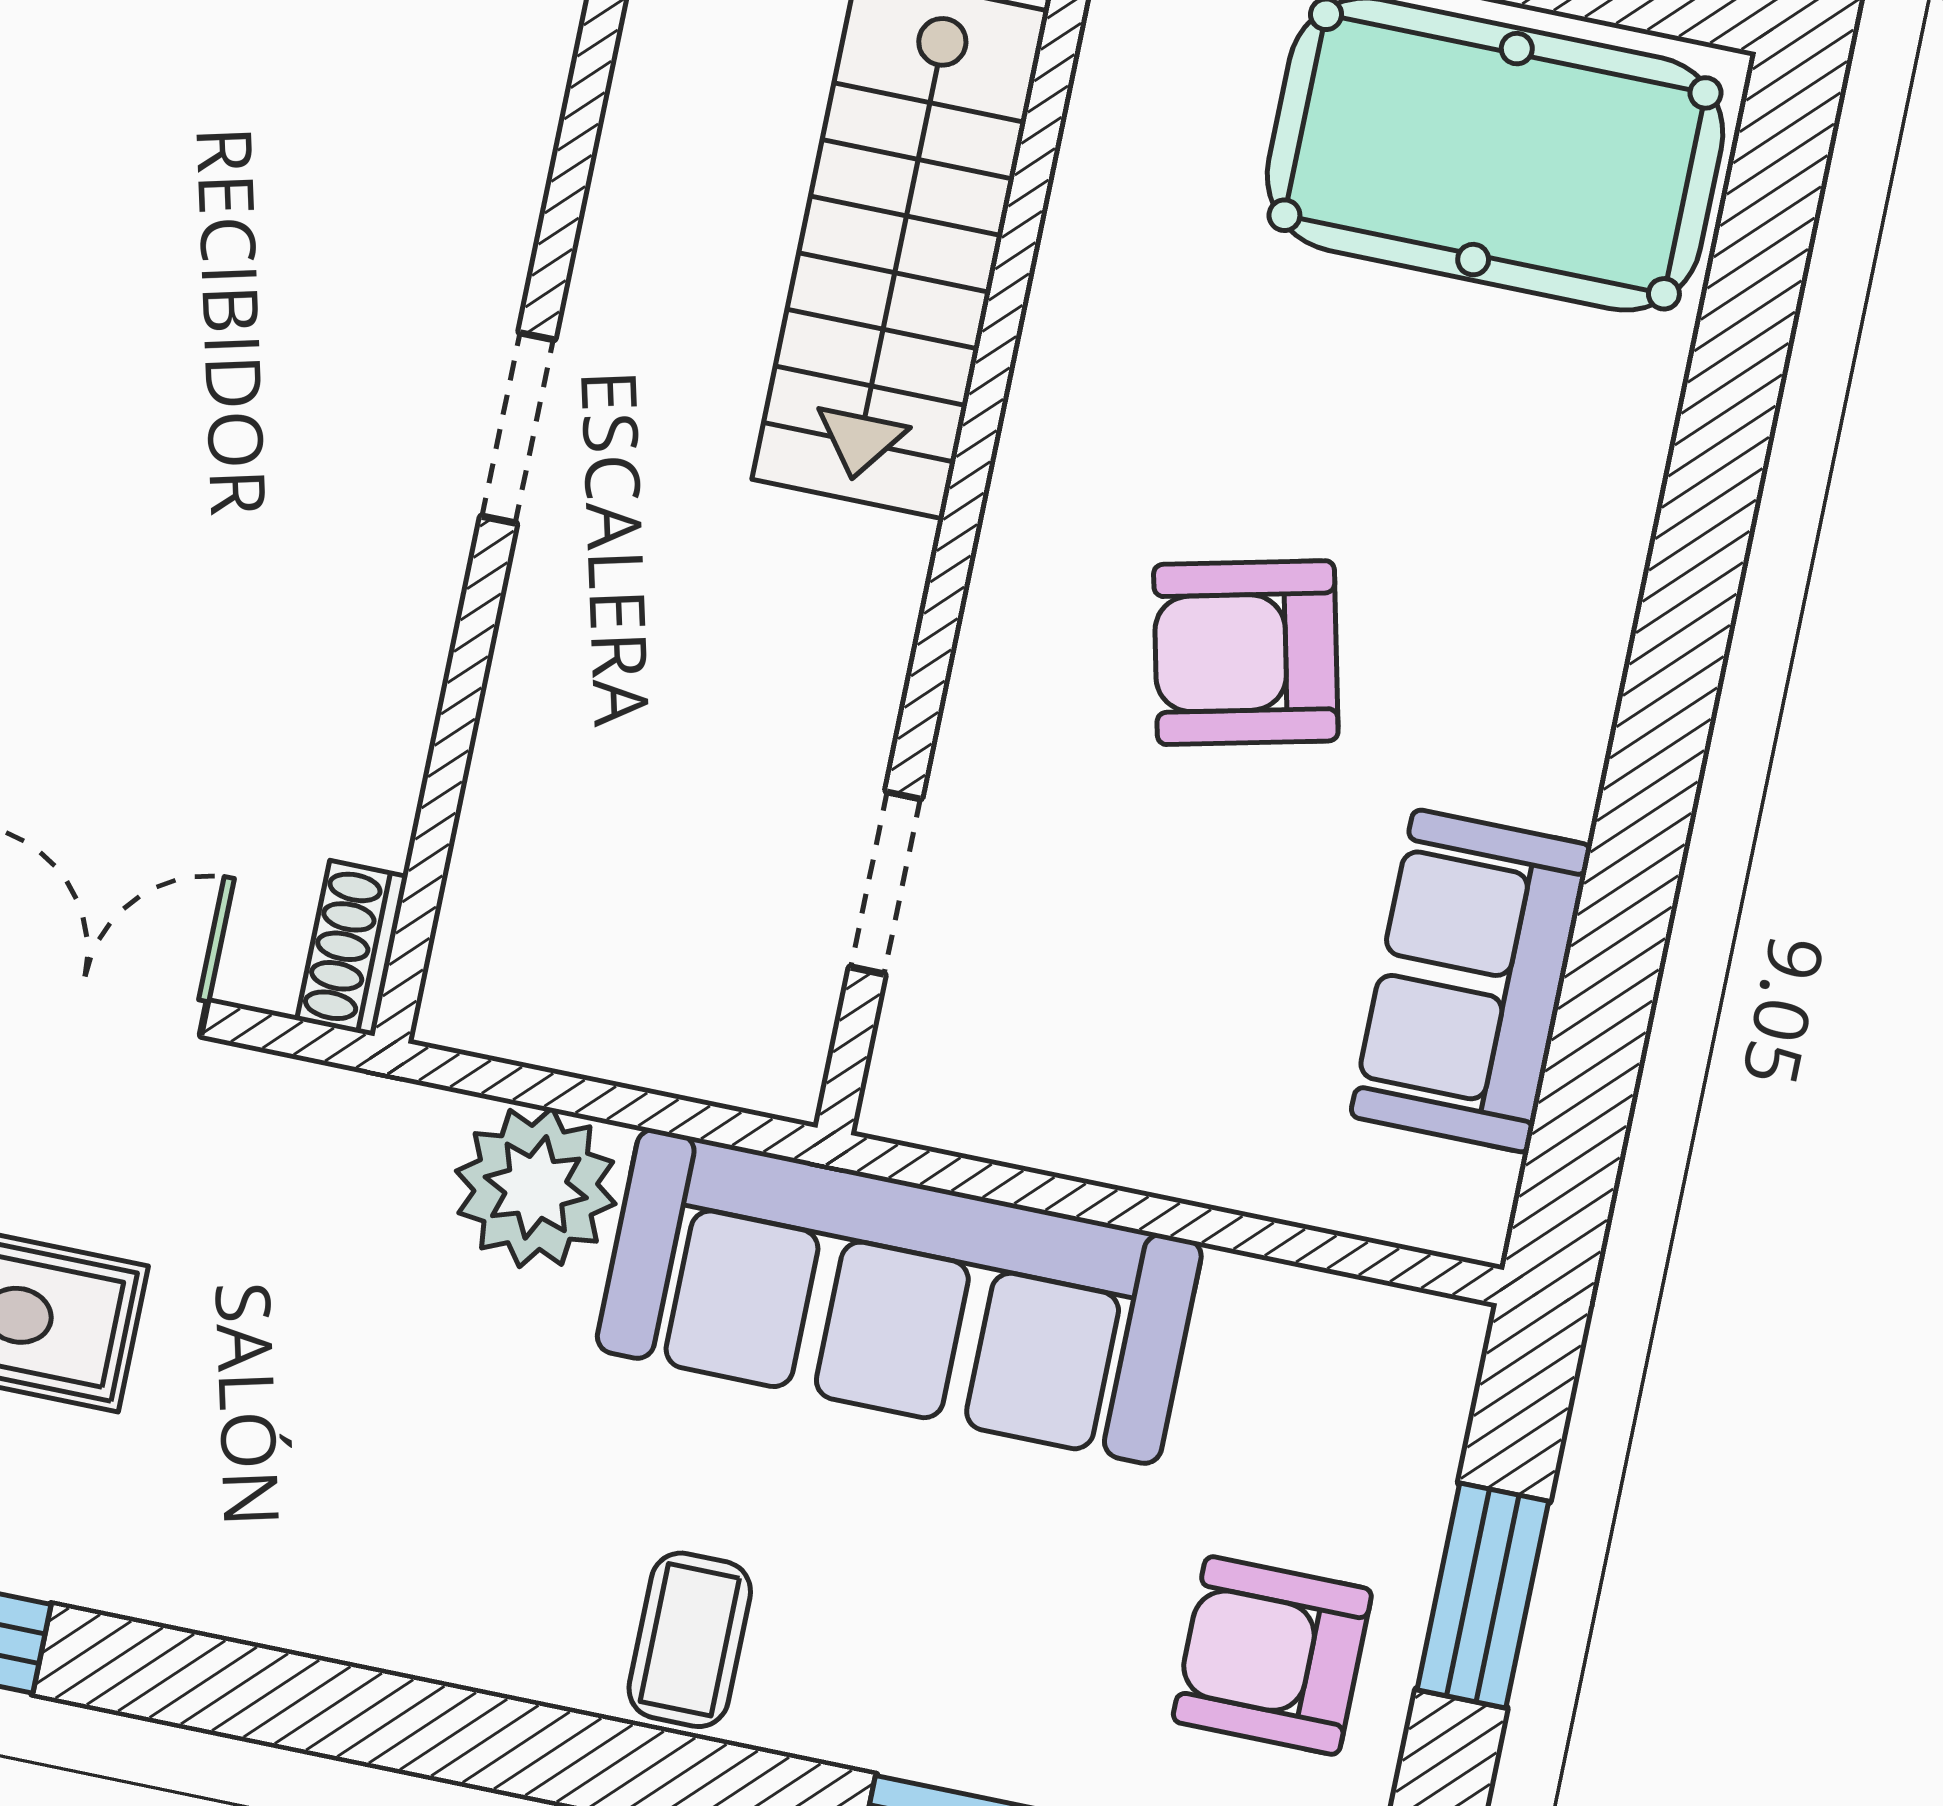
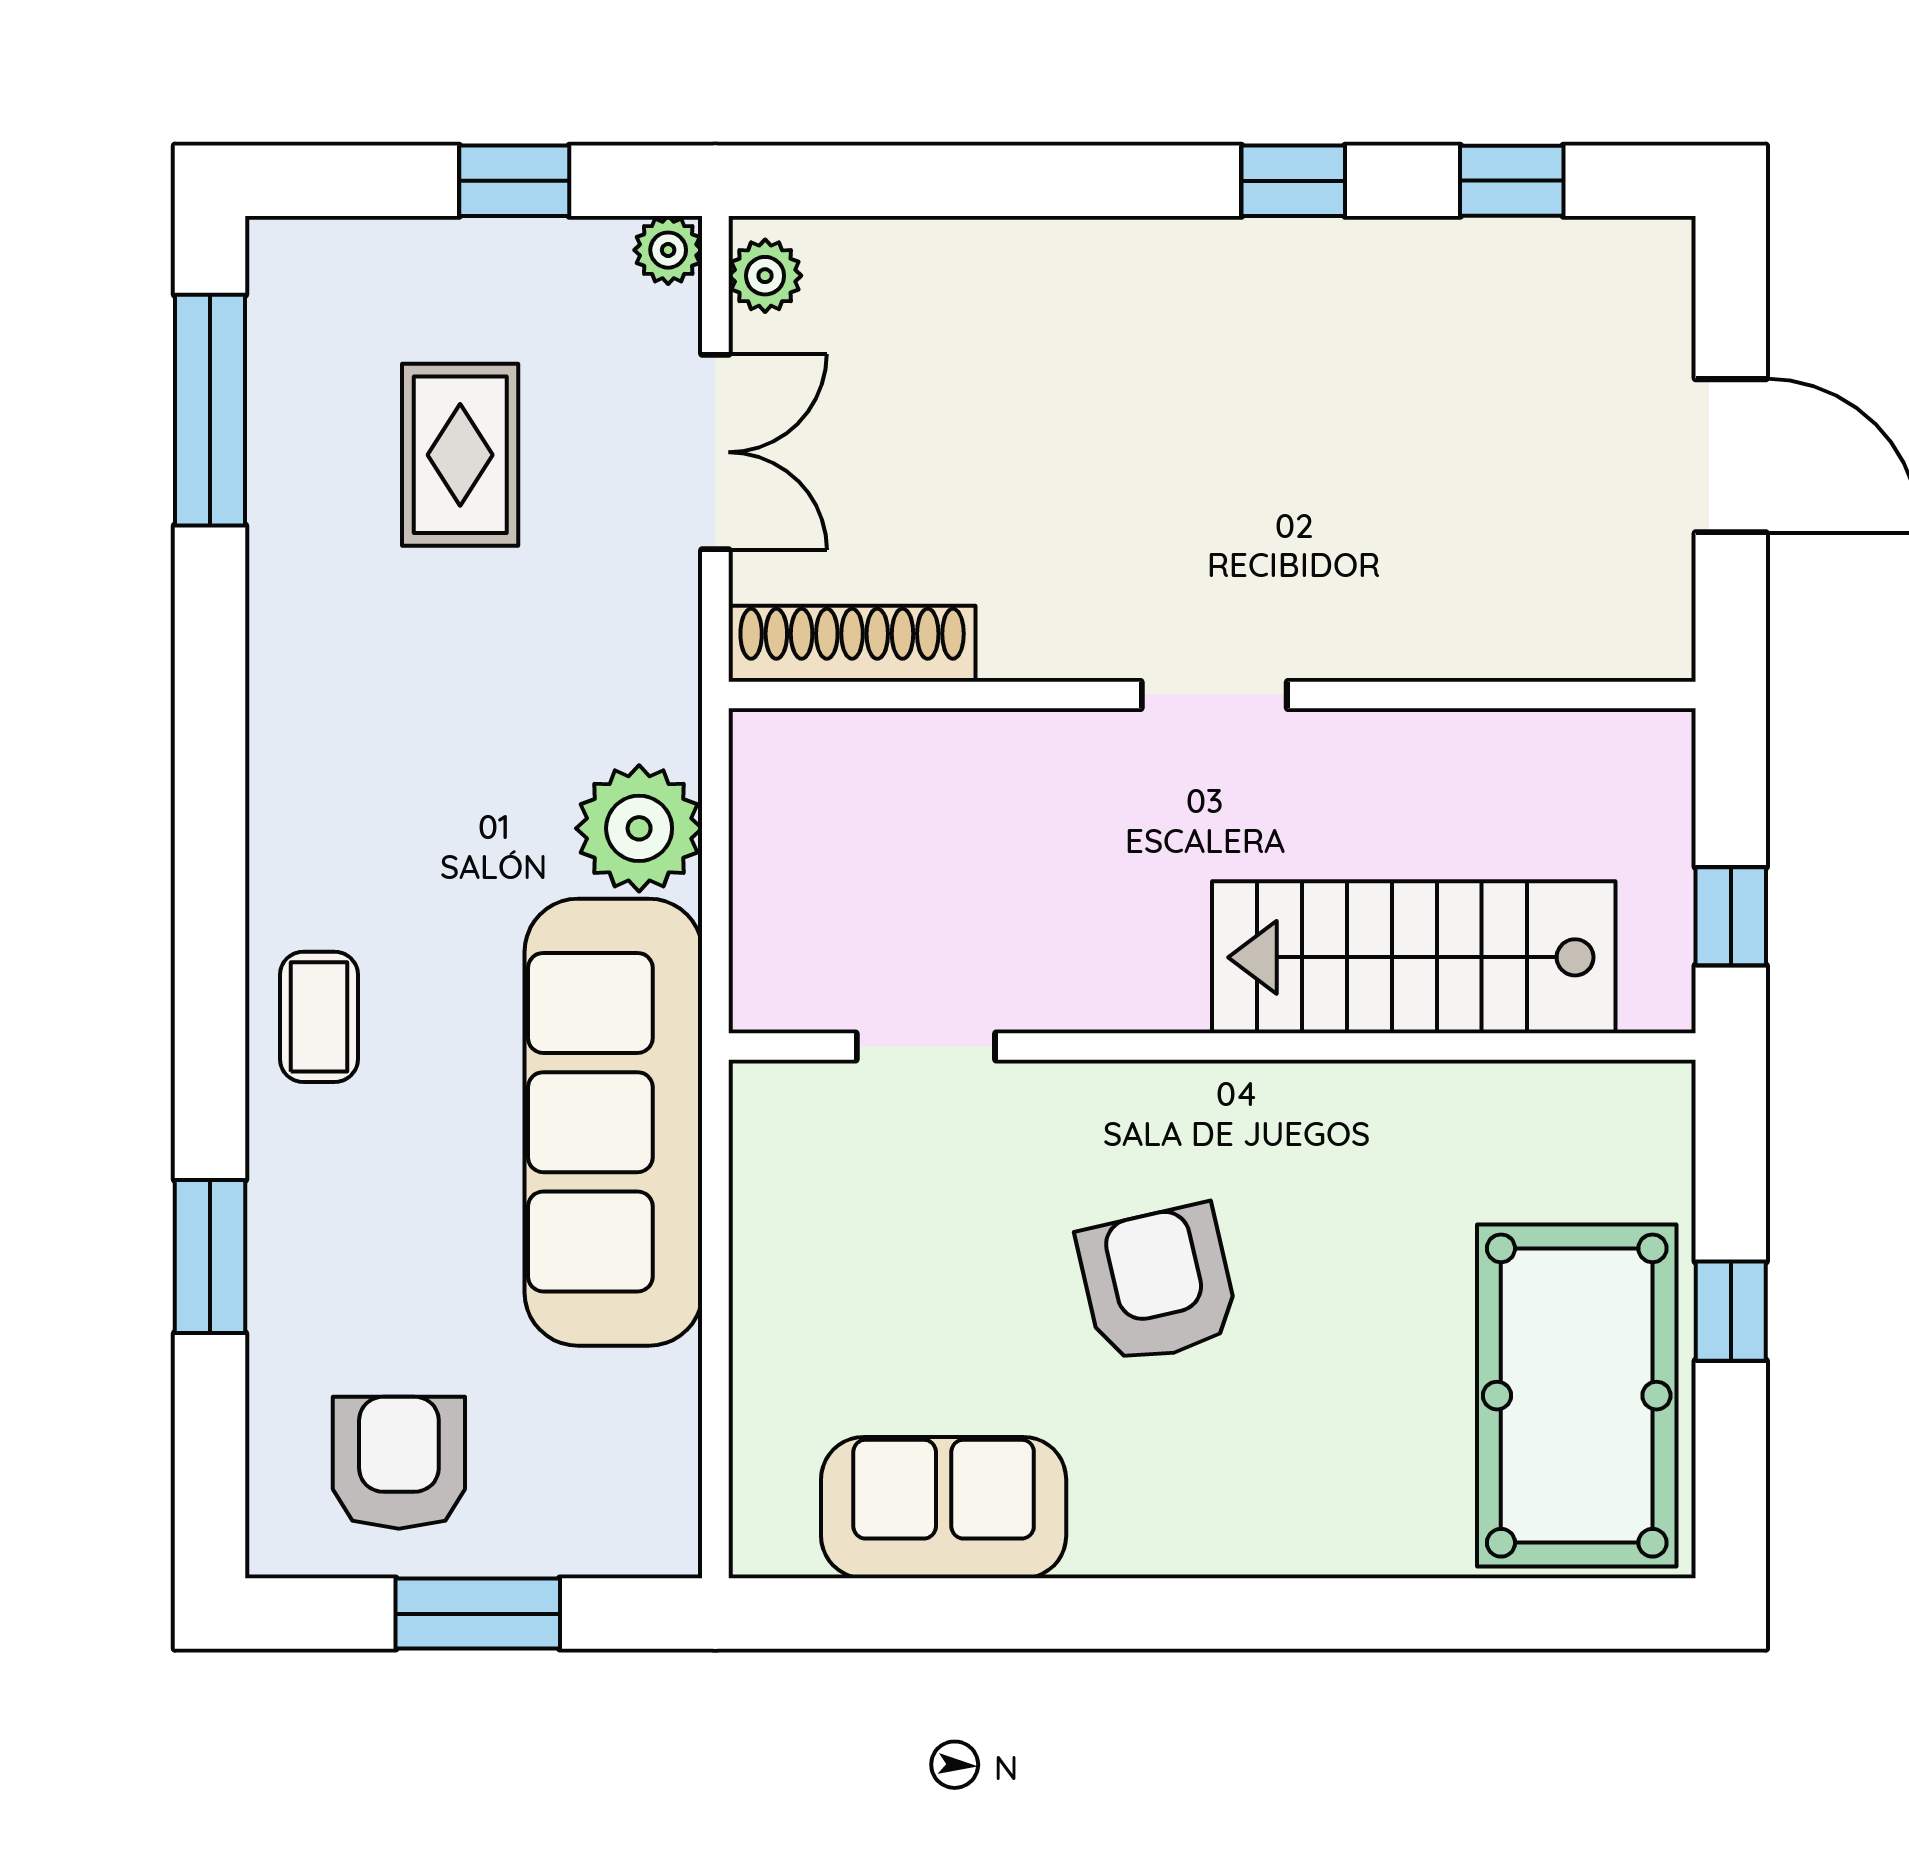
shoe rack: (352, 948) -> (852, 644), width x1.94, depth x1.24
coffee table: (690, 1640) -> (319, 1017), turned 90

